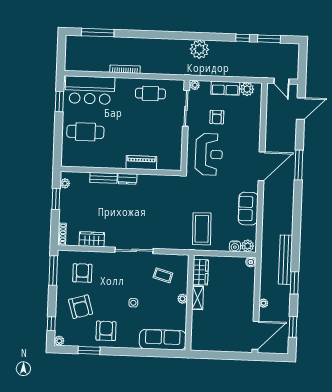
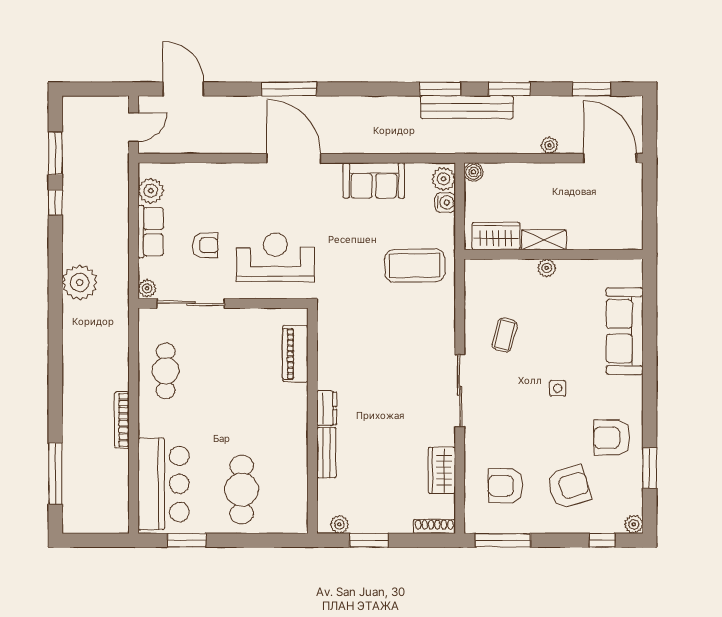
piano: (141, 163) -> (295, 354), moved
window: (296, 246) -> (440, 89), added
wardrobe: (201, 272) -> (496, 236), moved
shelving: (198, 298) -> (544, 240), moved
plant: (182, 299) -> (547, 268), moved
wall: (190, 303) -> (554, 254), moved

